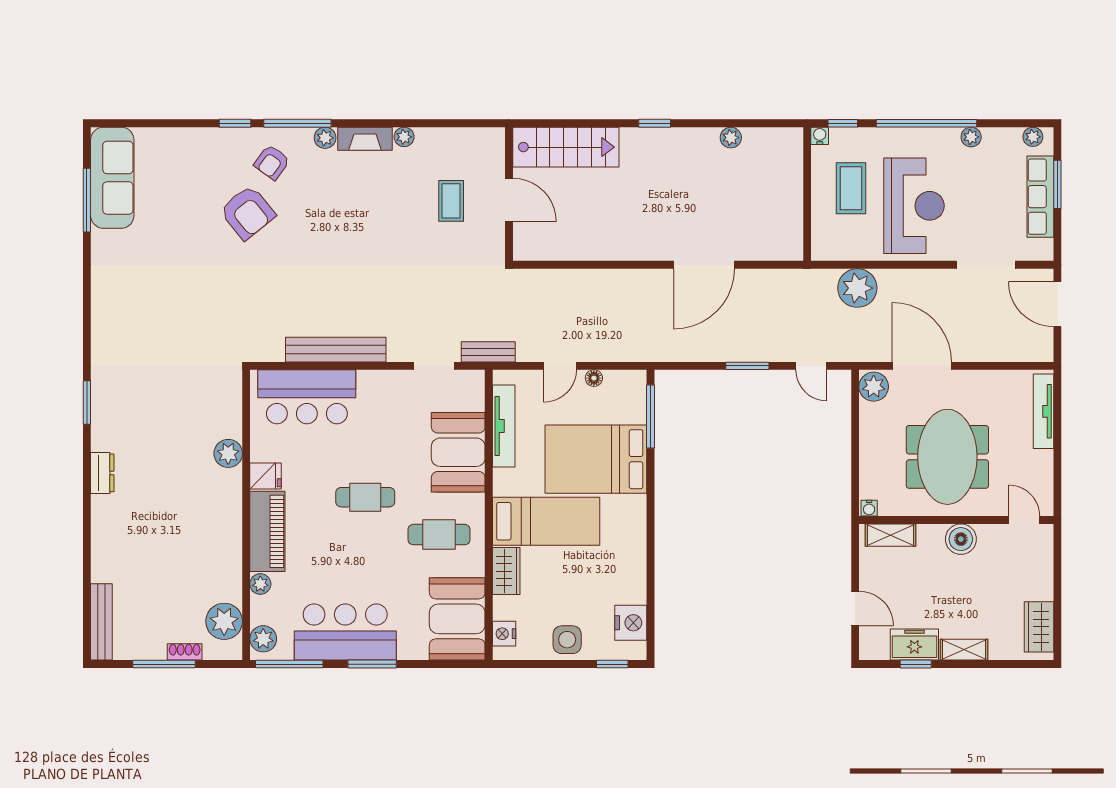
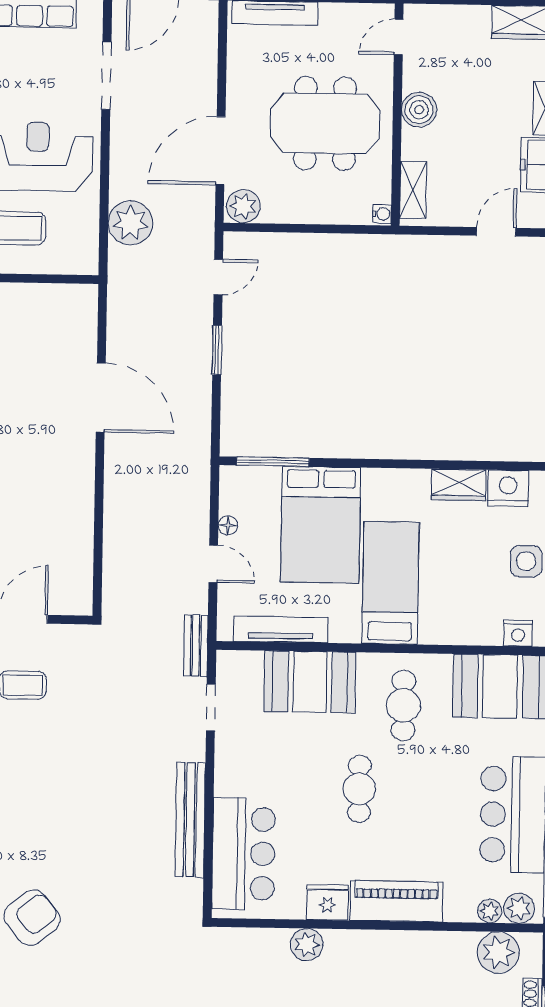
fridge: (265, 476) -> (327, 902), width x1.38
wardrobe: (506, 571) -> (459, 485), moved, turned 180
plant: (260, 584) -> (490, 911), moved

